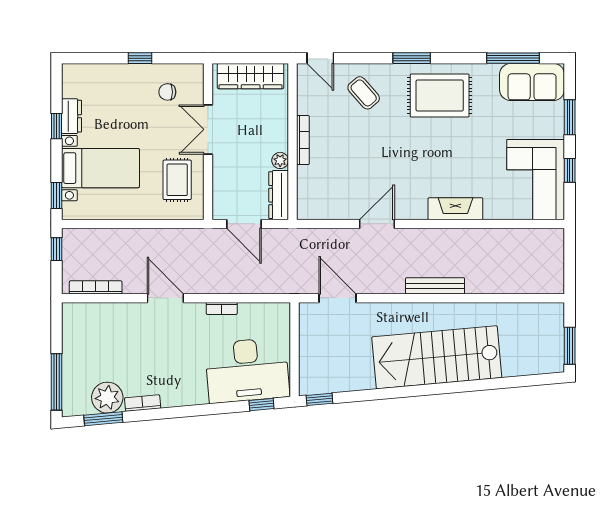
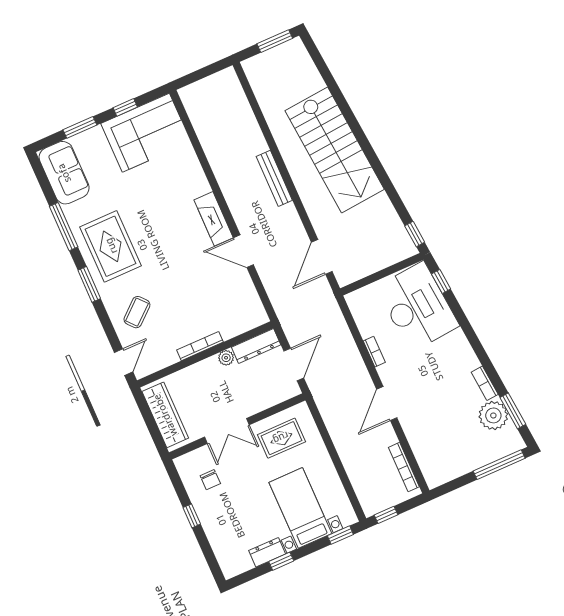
window: (513, 58) -> (64, 227), moved
fireplace: (455, 209) -> (214, 219), moved

